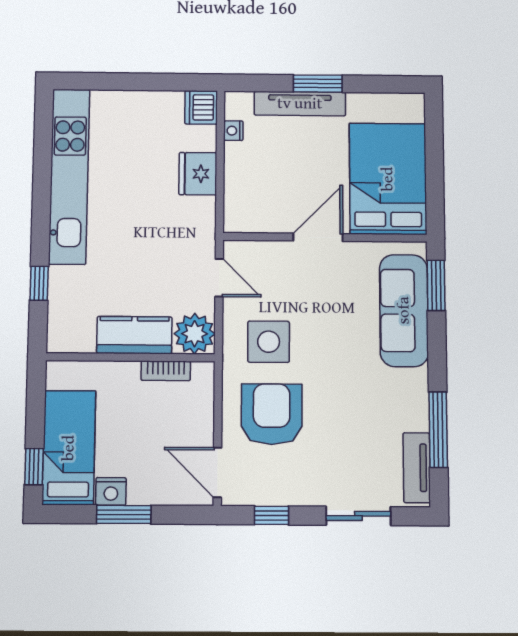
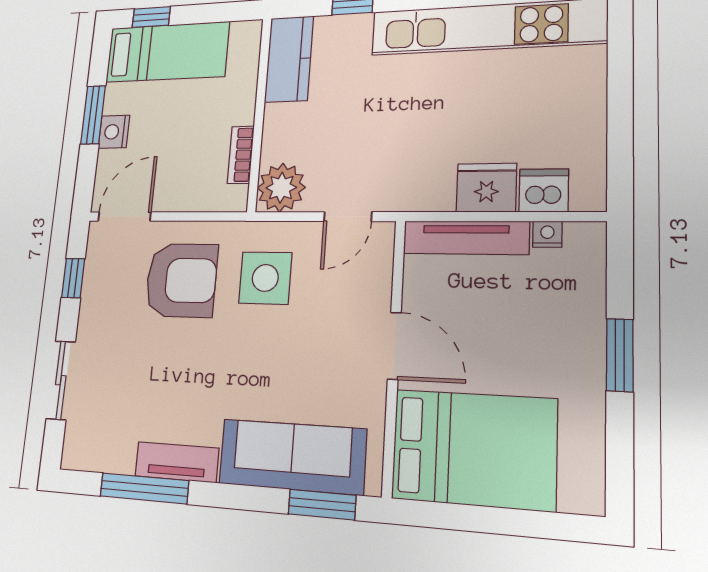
tv unit: (300, 104) -> (466, 238), moved, turned -90
dishwasher: (201, 107) -> (544, 190), moved
kitchen counter: (134, 335) -> (289, 59), moved
tv unit: (417, 468) -> (177, 462), moved
nightstand: (111, 491) -> (114, 132), moved

